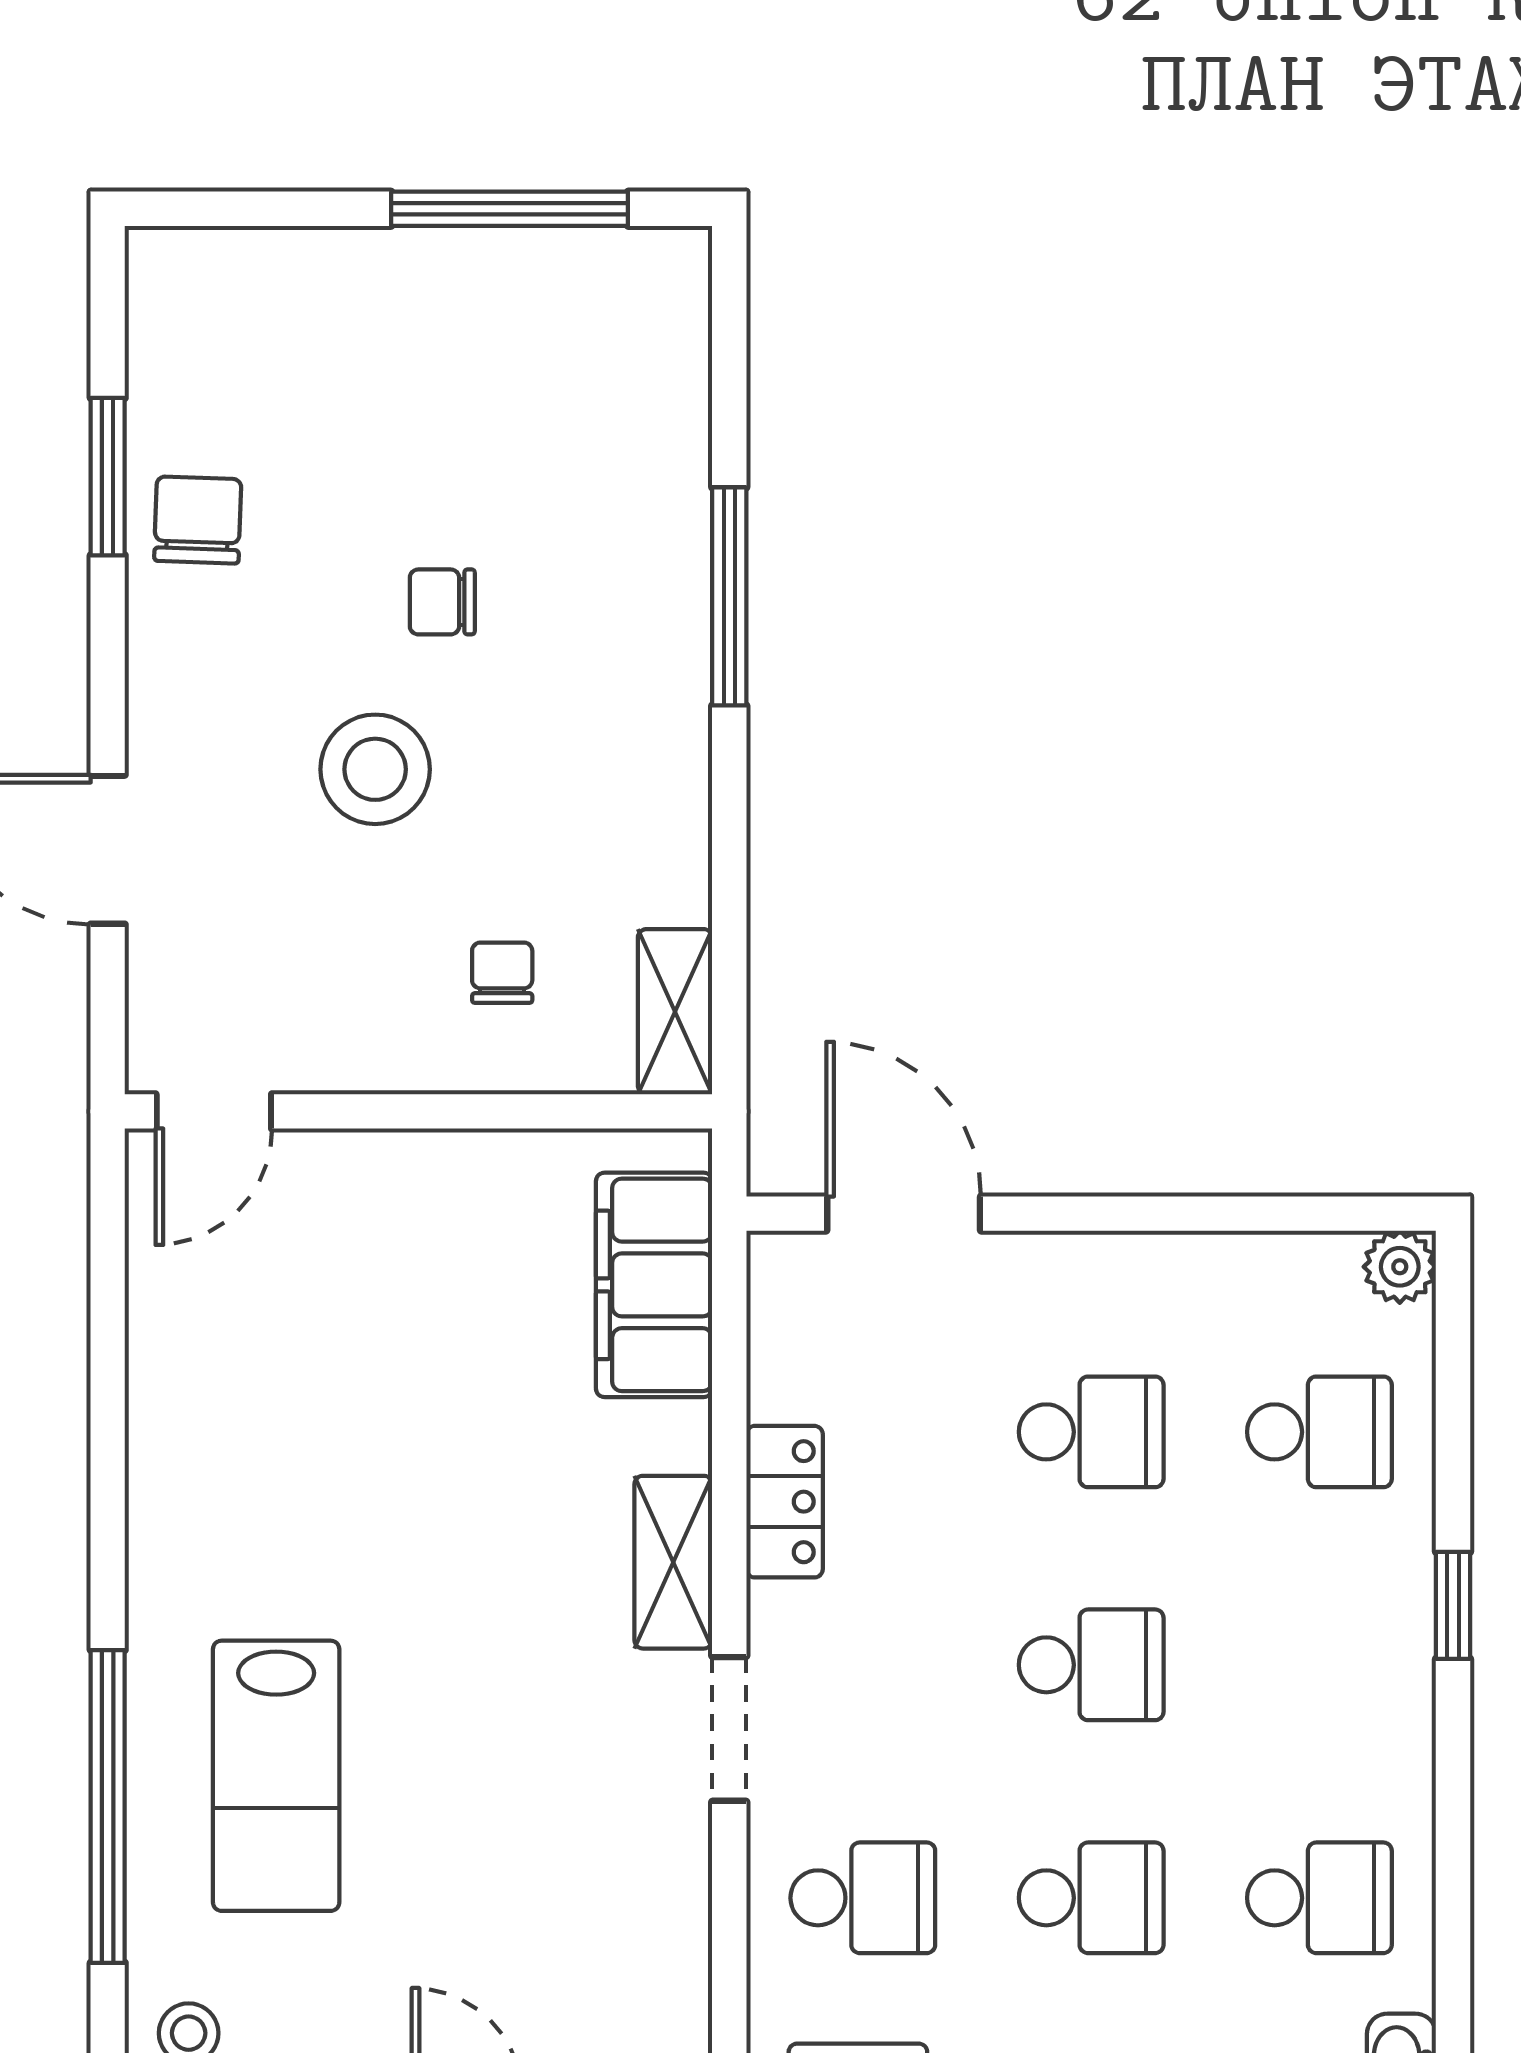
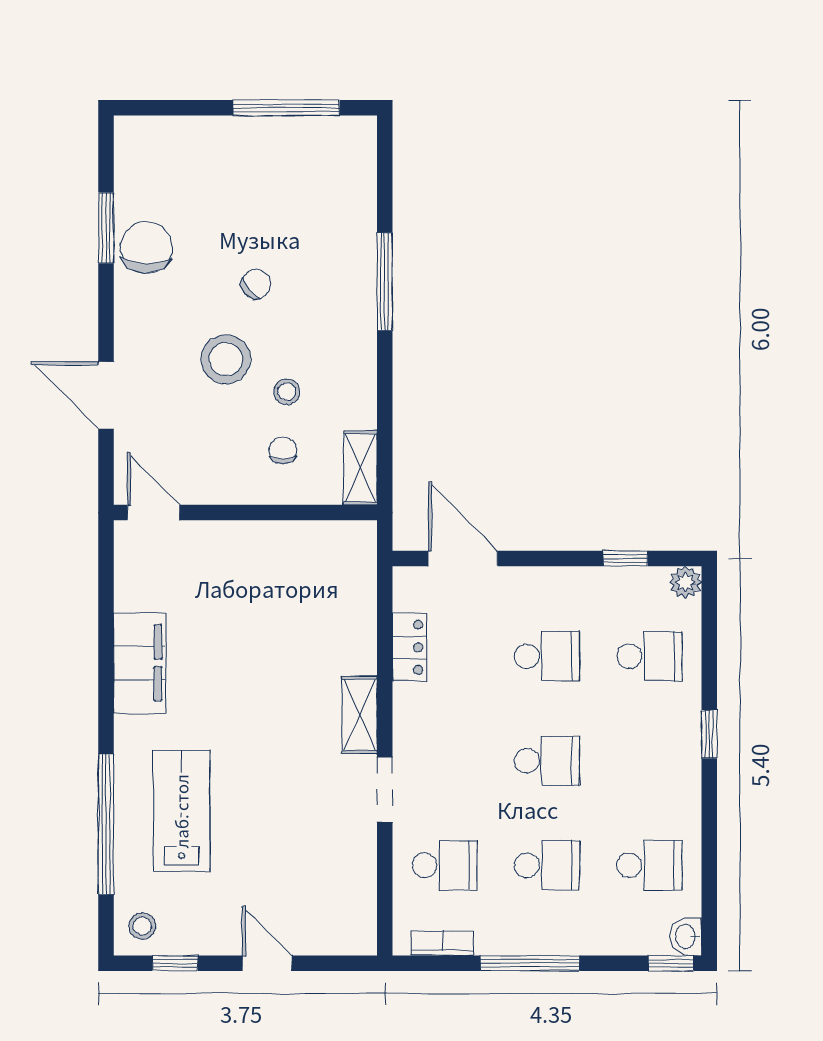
chair: (198, 520) -> (146, 247), width x1.37, depth x1.37
chair: (442, 602) -> (256, 284), turned 139
stool: (511, 842) -> (287, 392), added
door: (214, 1111) -> (154, 513), swing flipped
window: (1266, 1214) -> (625, 558), added
filing cabinet: (654, 1285) -> (140, 663), moved, turned 180
locker: (785, 1502) -> (410, 647), moved
lab bench: (276, 1776) -> (181, 811), turned 180

